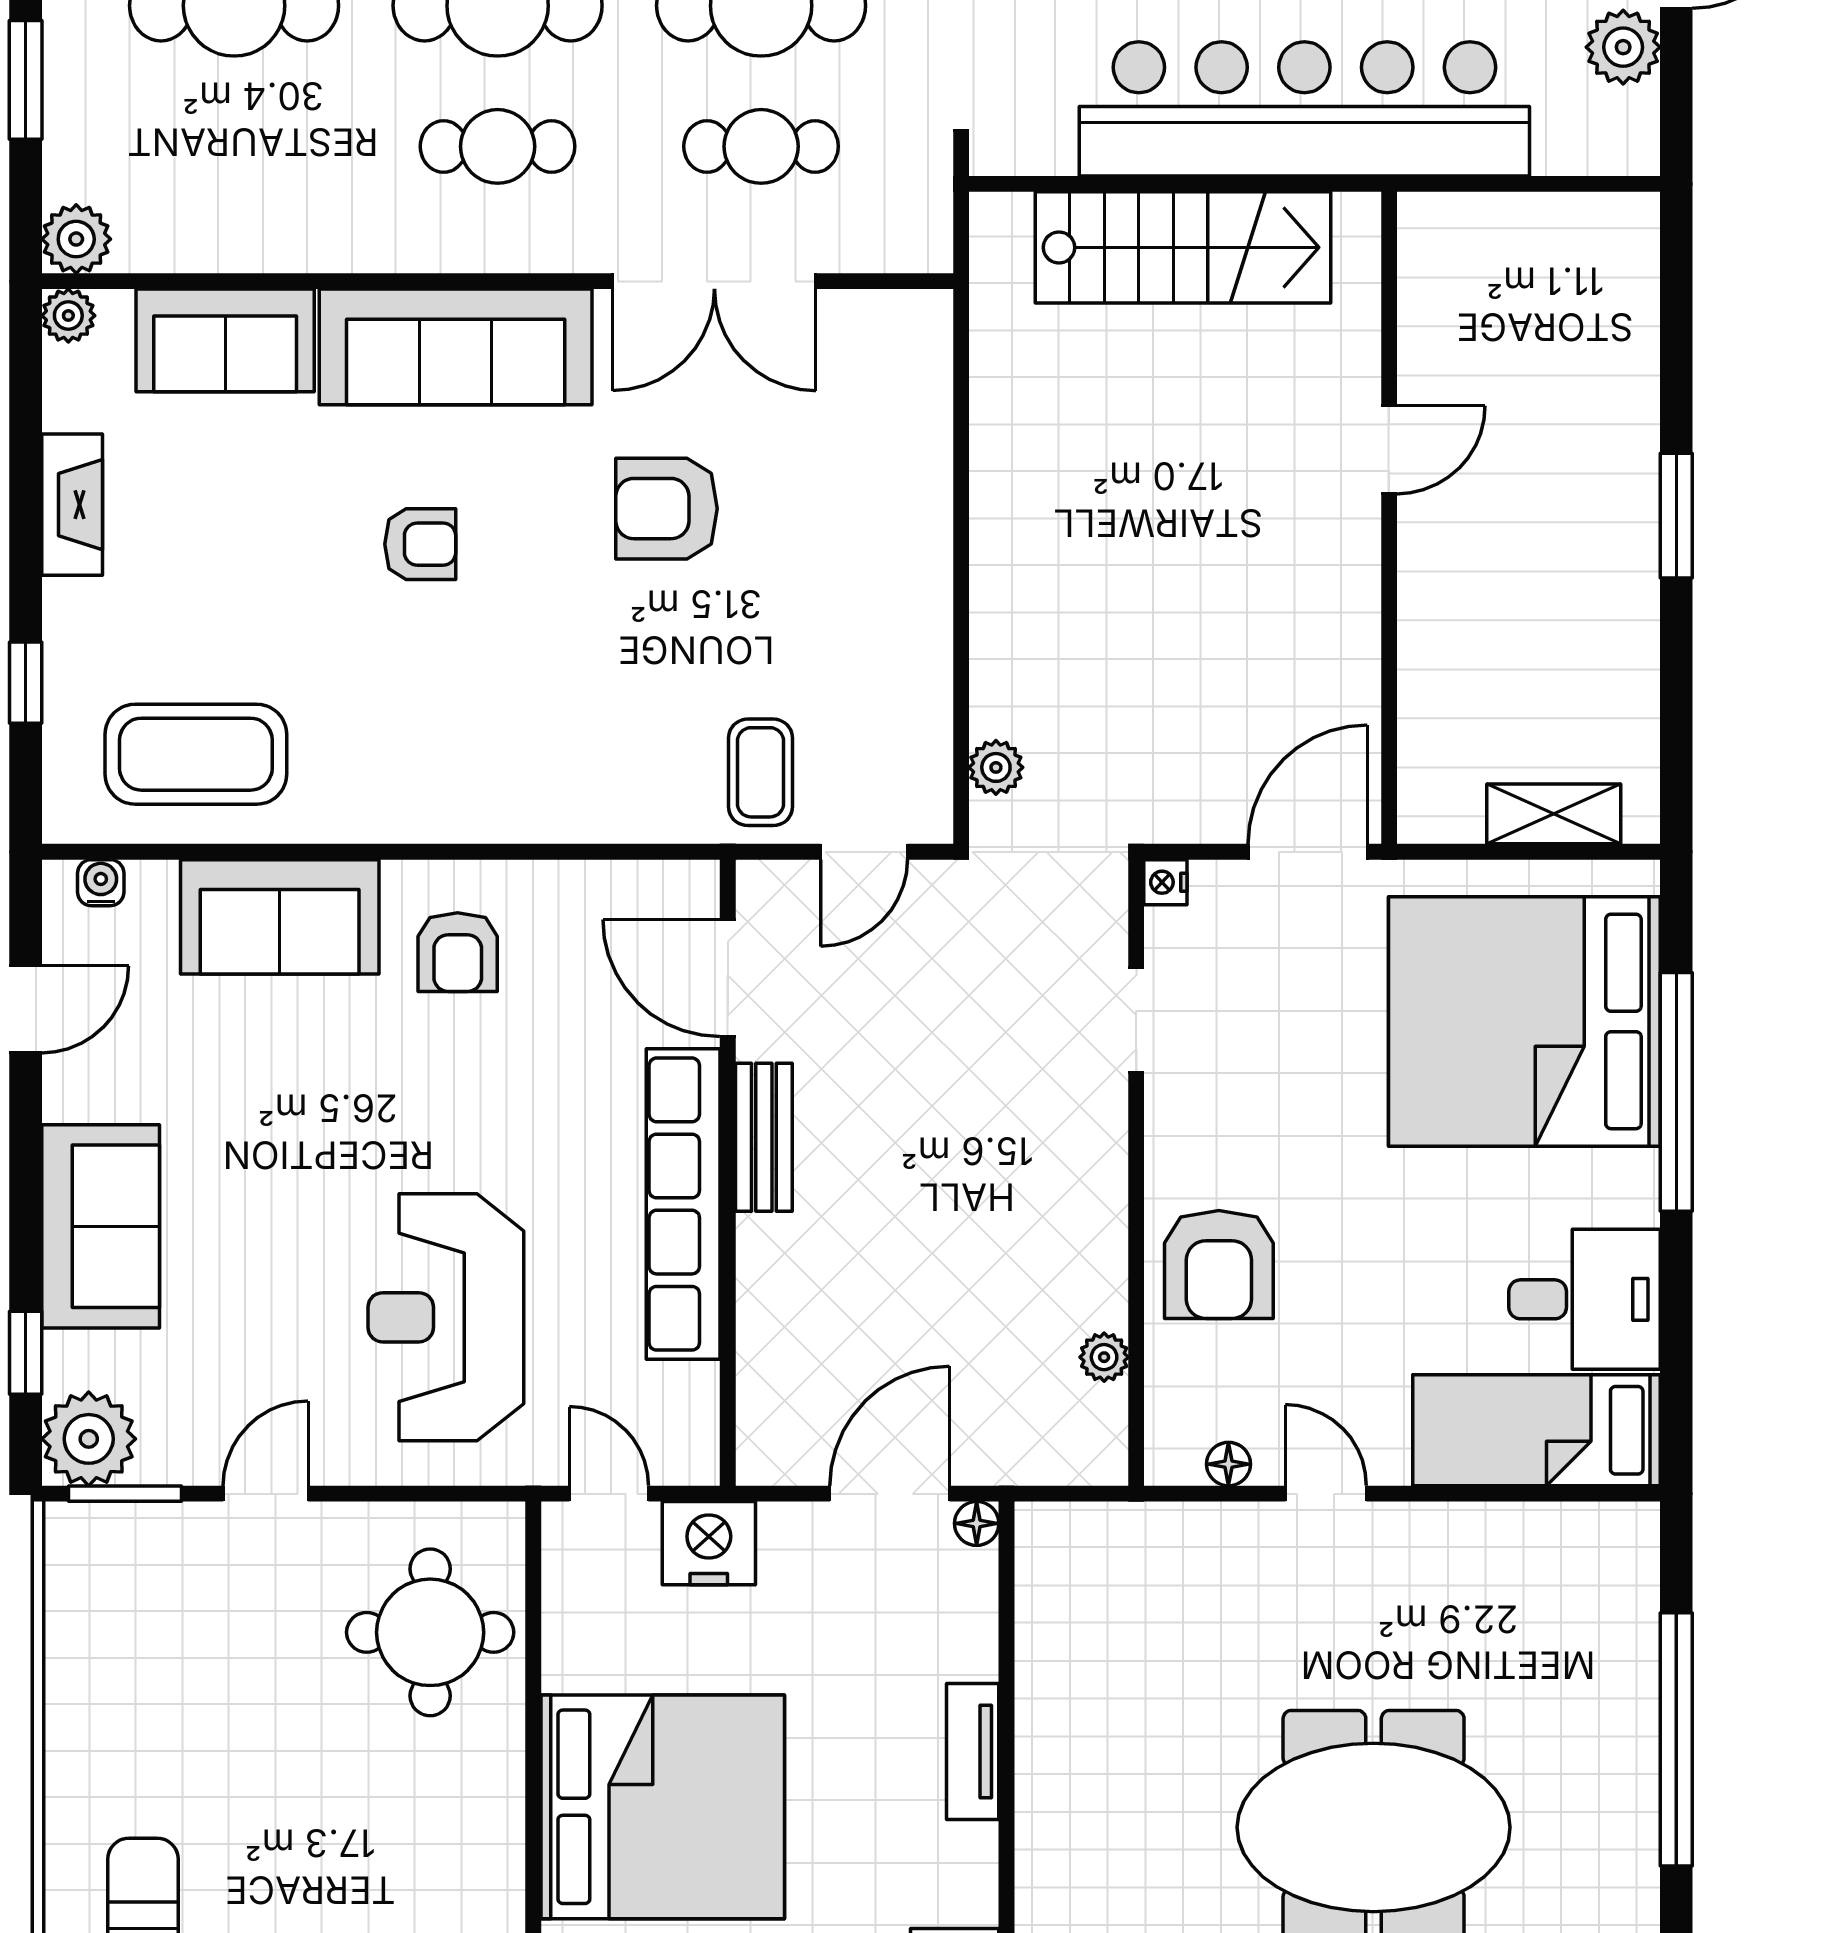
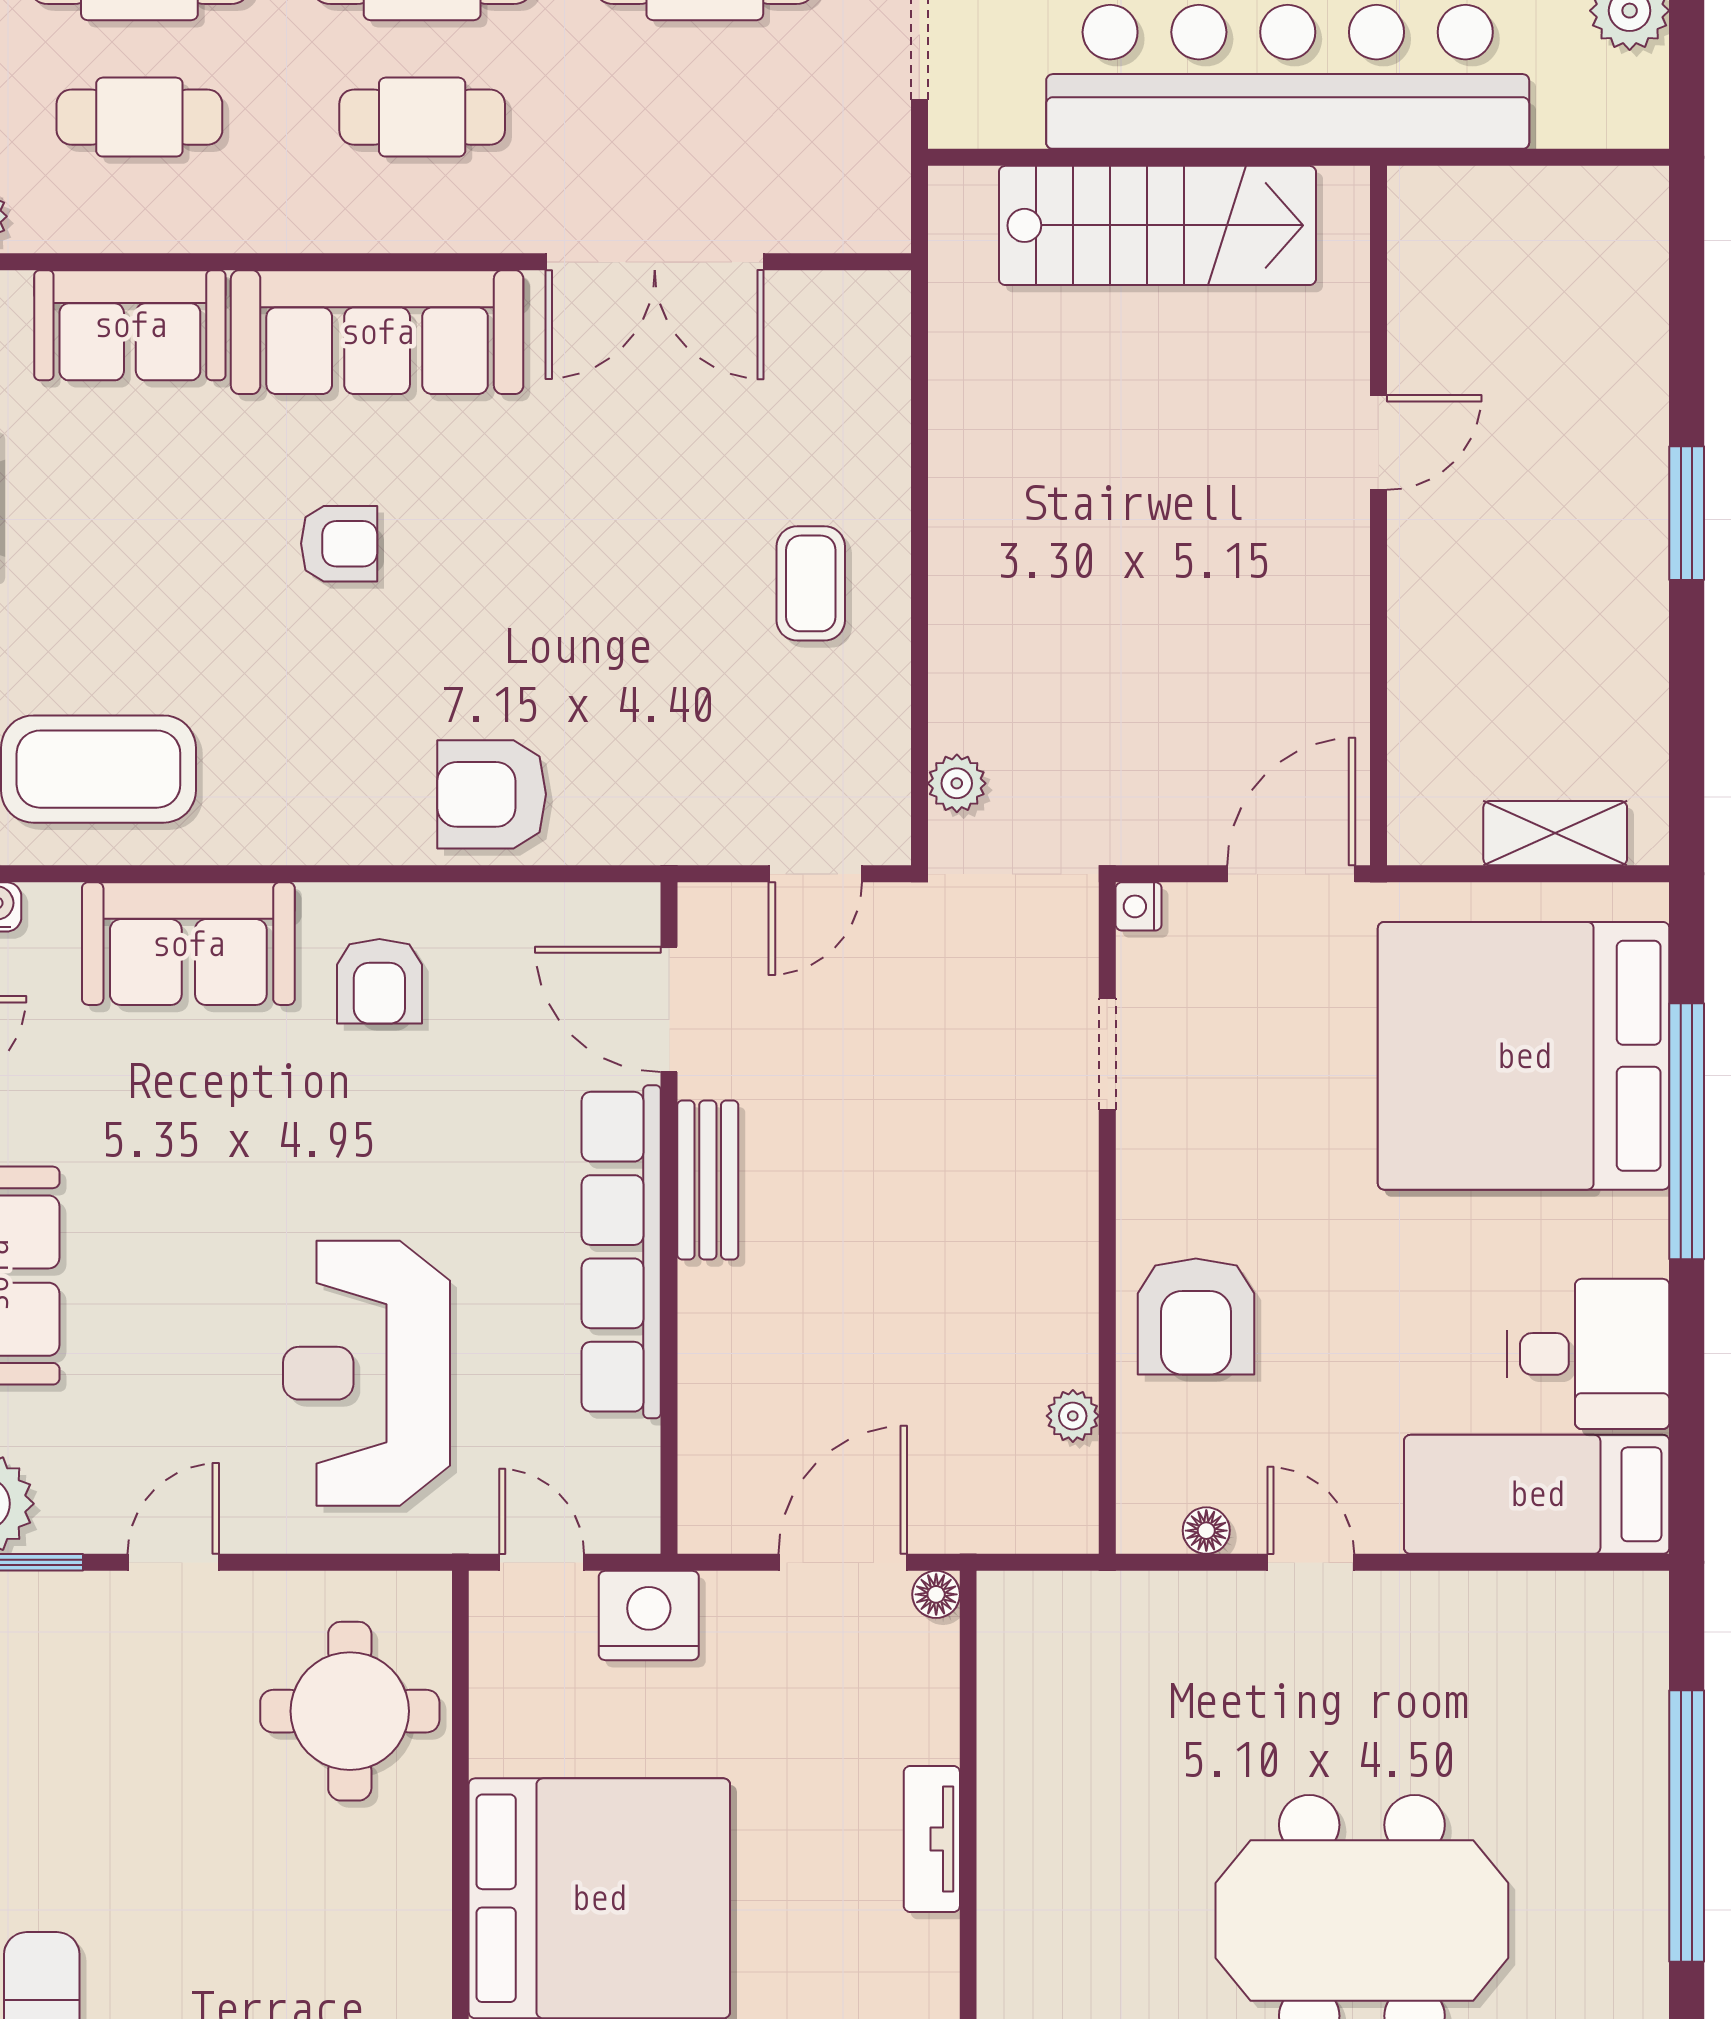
cafe table: (761, 146) -> (139, 117), moved
armchair: (667, 509) -> (492, 794), moved
coffee table: (761, 772) -> (811, 583), moved

